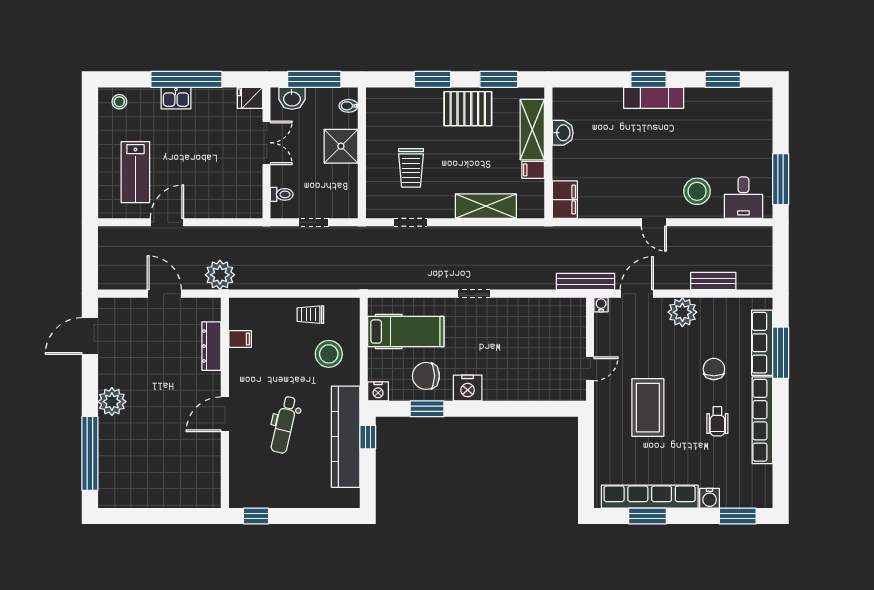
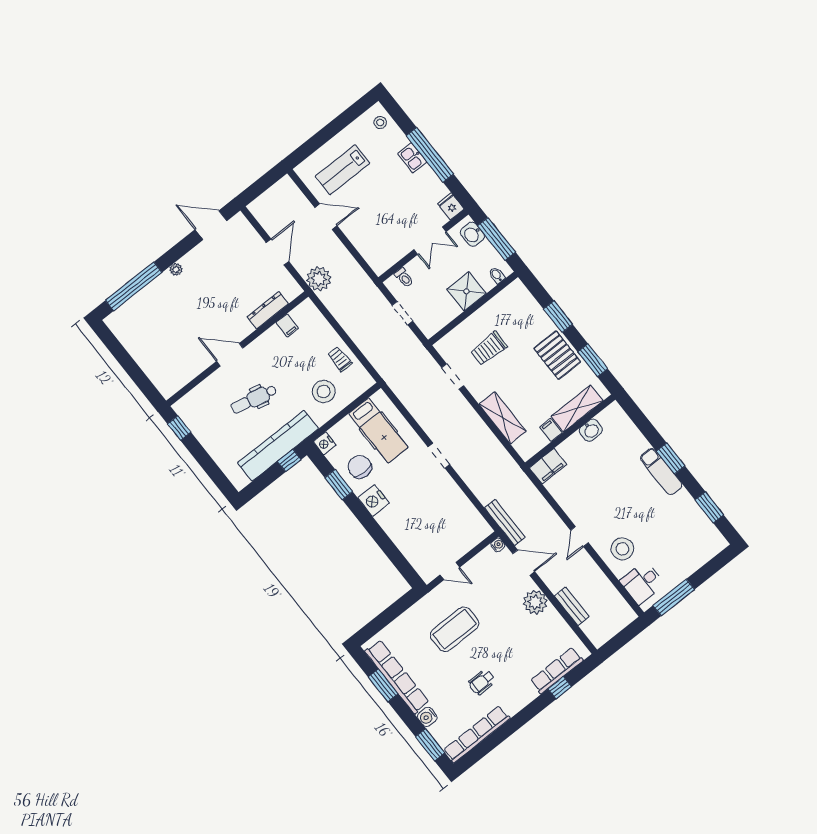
window: (781, 353) -> (560, 688), width x0.46
chair: (714, 369) -> (514, 652), removed
plant: (112, 402) -> (176, 269), width x0.53, depth x0.53
row of seats: (762, 420) -> (477, 734), moved

